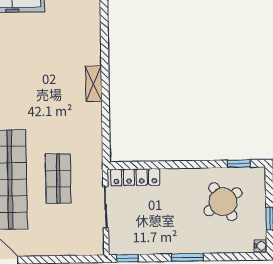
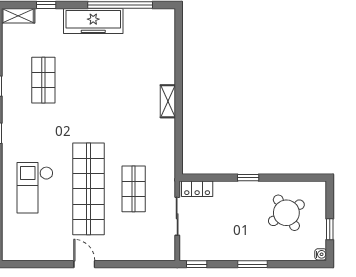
window: (239, 164) -> (248, 178), moved
locker: (135, 177) -> (197, 189), width x0.66

